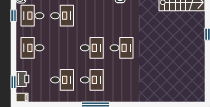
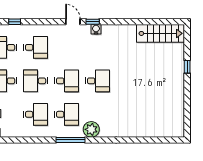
desk: (62, 48) -> (36, 81), added
plant: (116, 94) -> (91, 129), added

